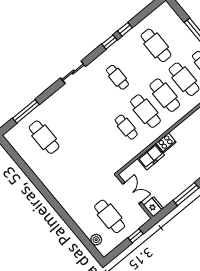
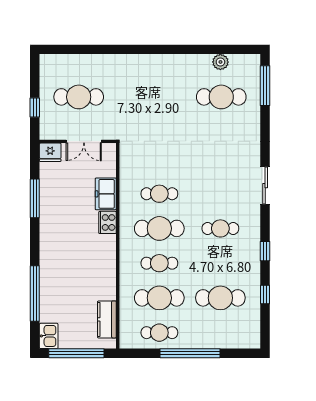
window: (125, 29) -> (265, 294), moved
cafe table: (165, 95) -> (159, 263), width x0.73, depth x0.74
window: (26, 111) -> (265, 86), moved
plant: (96, 240) -> (220, 62), moved

